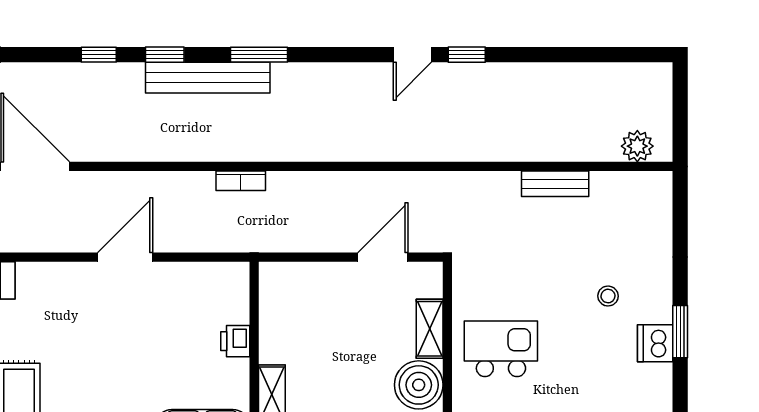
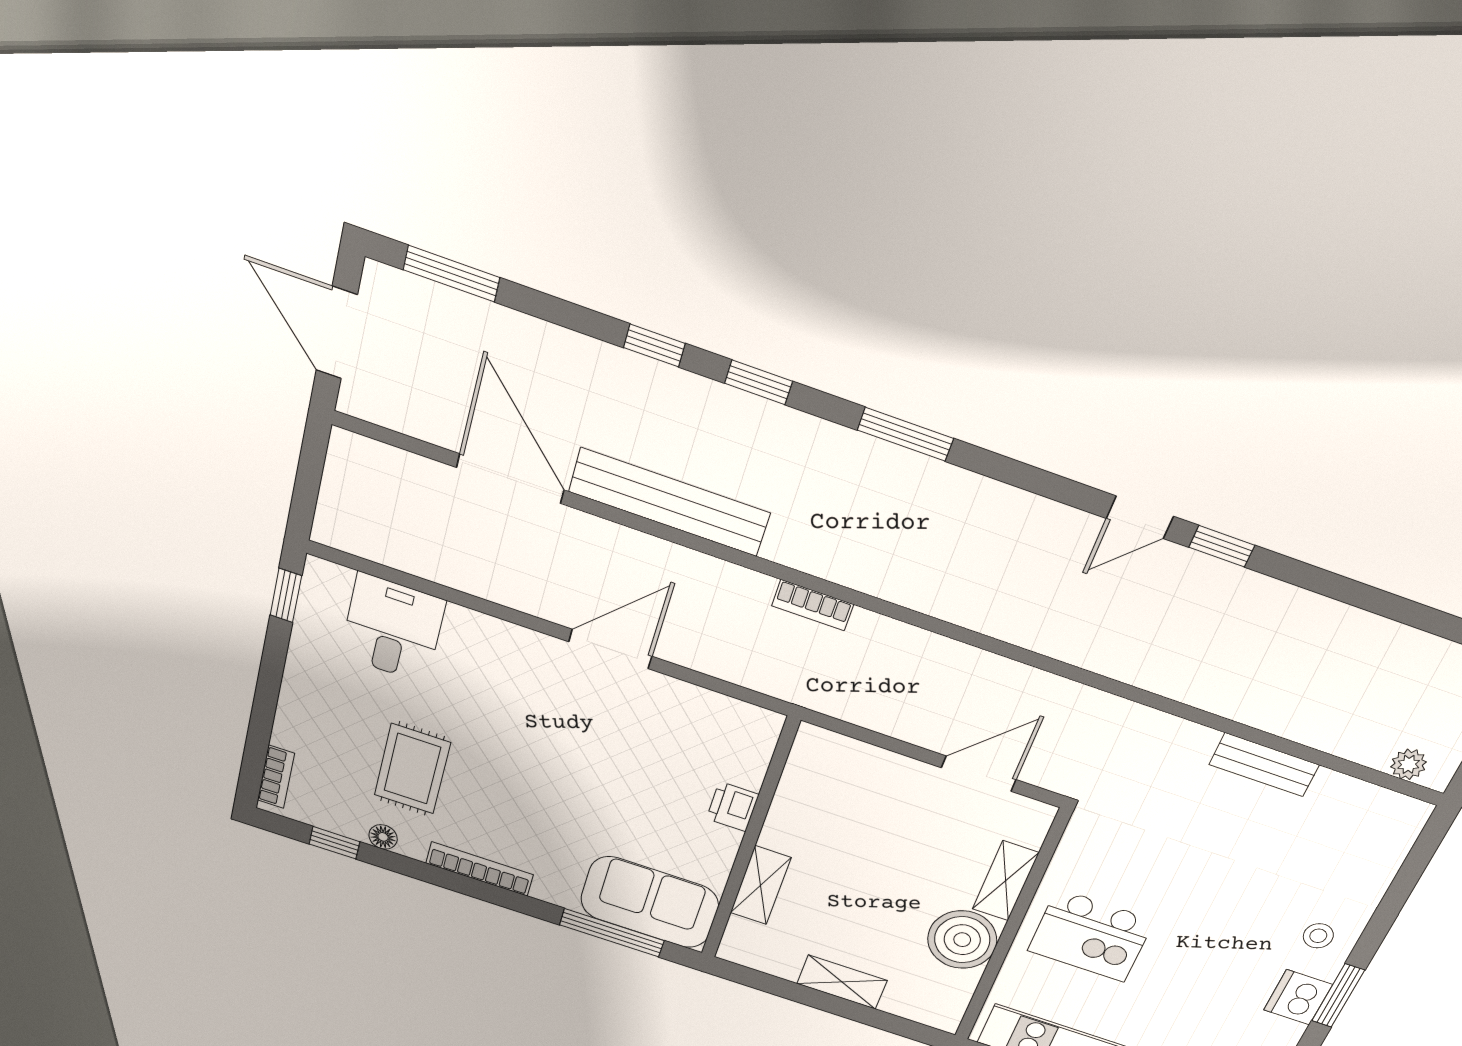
bench: (208, 78) -> (669, 502), moved
plant: (637, 146) -> (1409, 764), width x0.73, depth x0.73
stool: (608, 296) -> (1318, 936), moved
kitchen island: (501, 349) -> (1091, 936), turned 180

